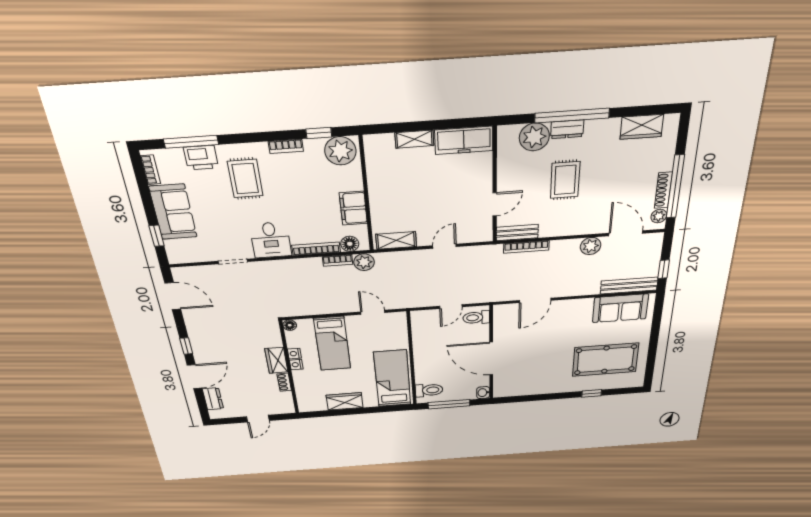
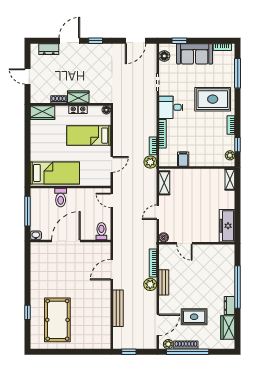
dresser: (567, 129) -> (229, 306), moved
plant: (534, 137) -> (226, 266), removed
shelving: (414, 139) -> (230, 179), moved
plant: (340, 151) -> (230, 155), width x0.53, depth x0.53
printer: (201, 158) -> (228, 77), removed
rug: (245, 179) -> (213, 99), width x1.36, depth x1.43
rug: (565, 180) -> (194, 317), moved
filing cabinet: (353, 208) -> (183, 159), width x0.50
bench: (517, 233) -> (164, 282), moved
boiler: (485, 235) -> (164, 237), added
floor lamp: (350, 244) -> (164, 56), moved
door: (444, 246) -> (158, 212), swing flipped
plant: (591, 246) -> (150, 284), moved
bench: (629, 286) -> (118, 308), moved
door: (535, 300) -> (112, 270), hinge flipped
door: (451, 307) -> (112, 200), moved
sofa: (620, 308) -> (100, 326), removed
door: (194, 377) -> (69, 41), swing flipped
toilet: (429, 390) -> (61, 198), moved
wardrobe: (345, 401) -> (42, 113), moved, turned 90

